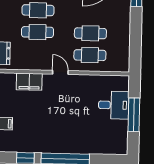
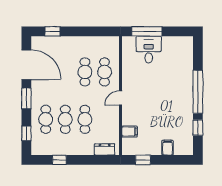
filing cabinet: (29, 82) -> (130, 131), width x0.50
window: (134, 115) -> (147, 31), moved

